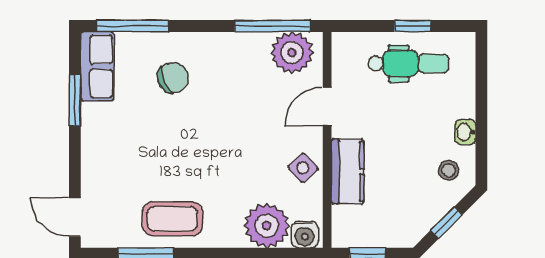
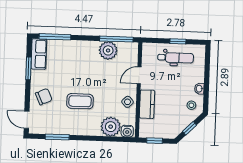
plant: (292, 53) -> (108, 50), moved
chair: (173, 78) -> (44, 97), moved
coffee table: (172, 219) -> (80, 101), moved

